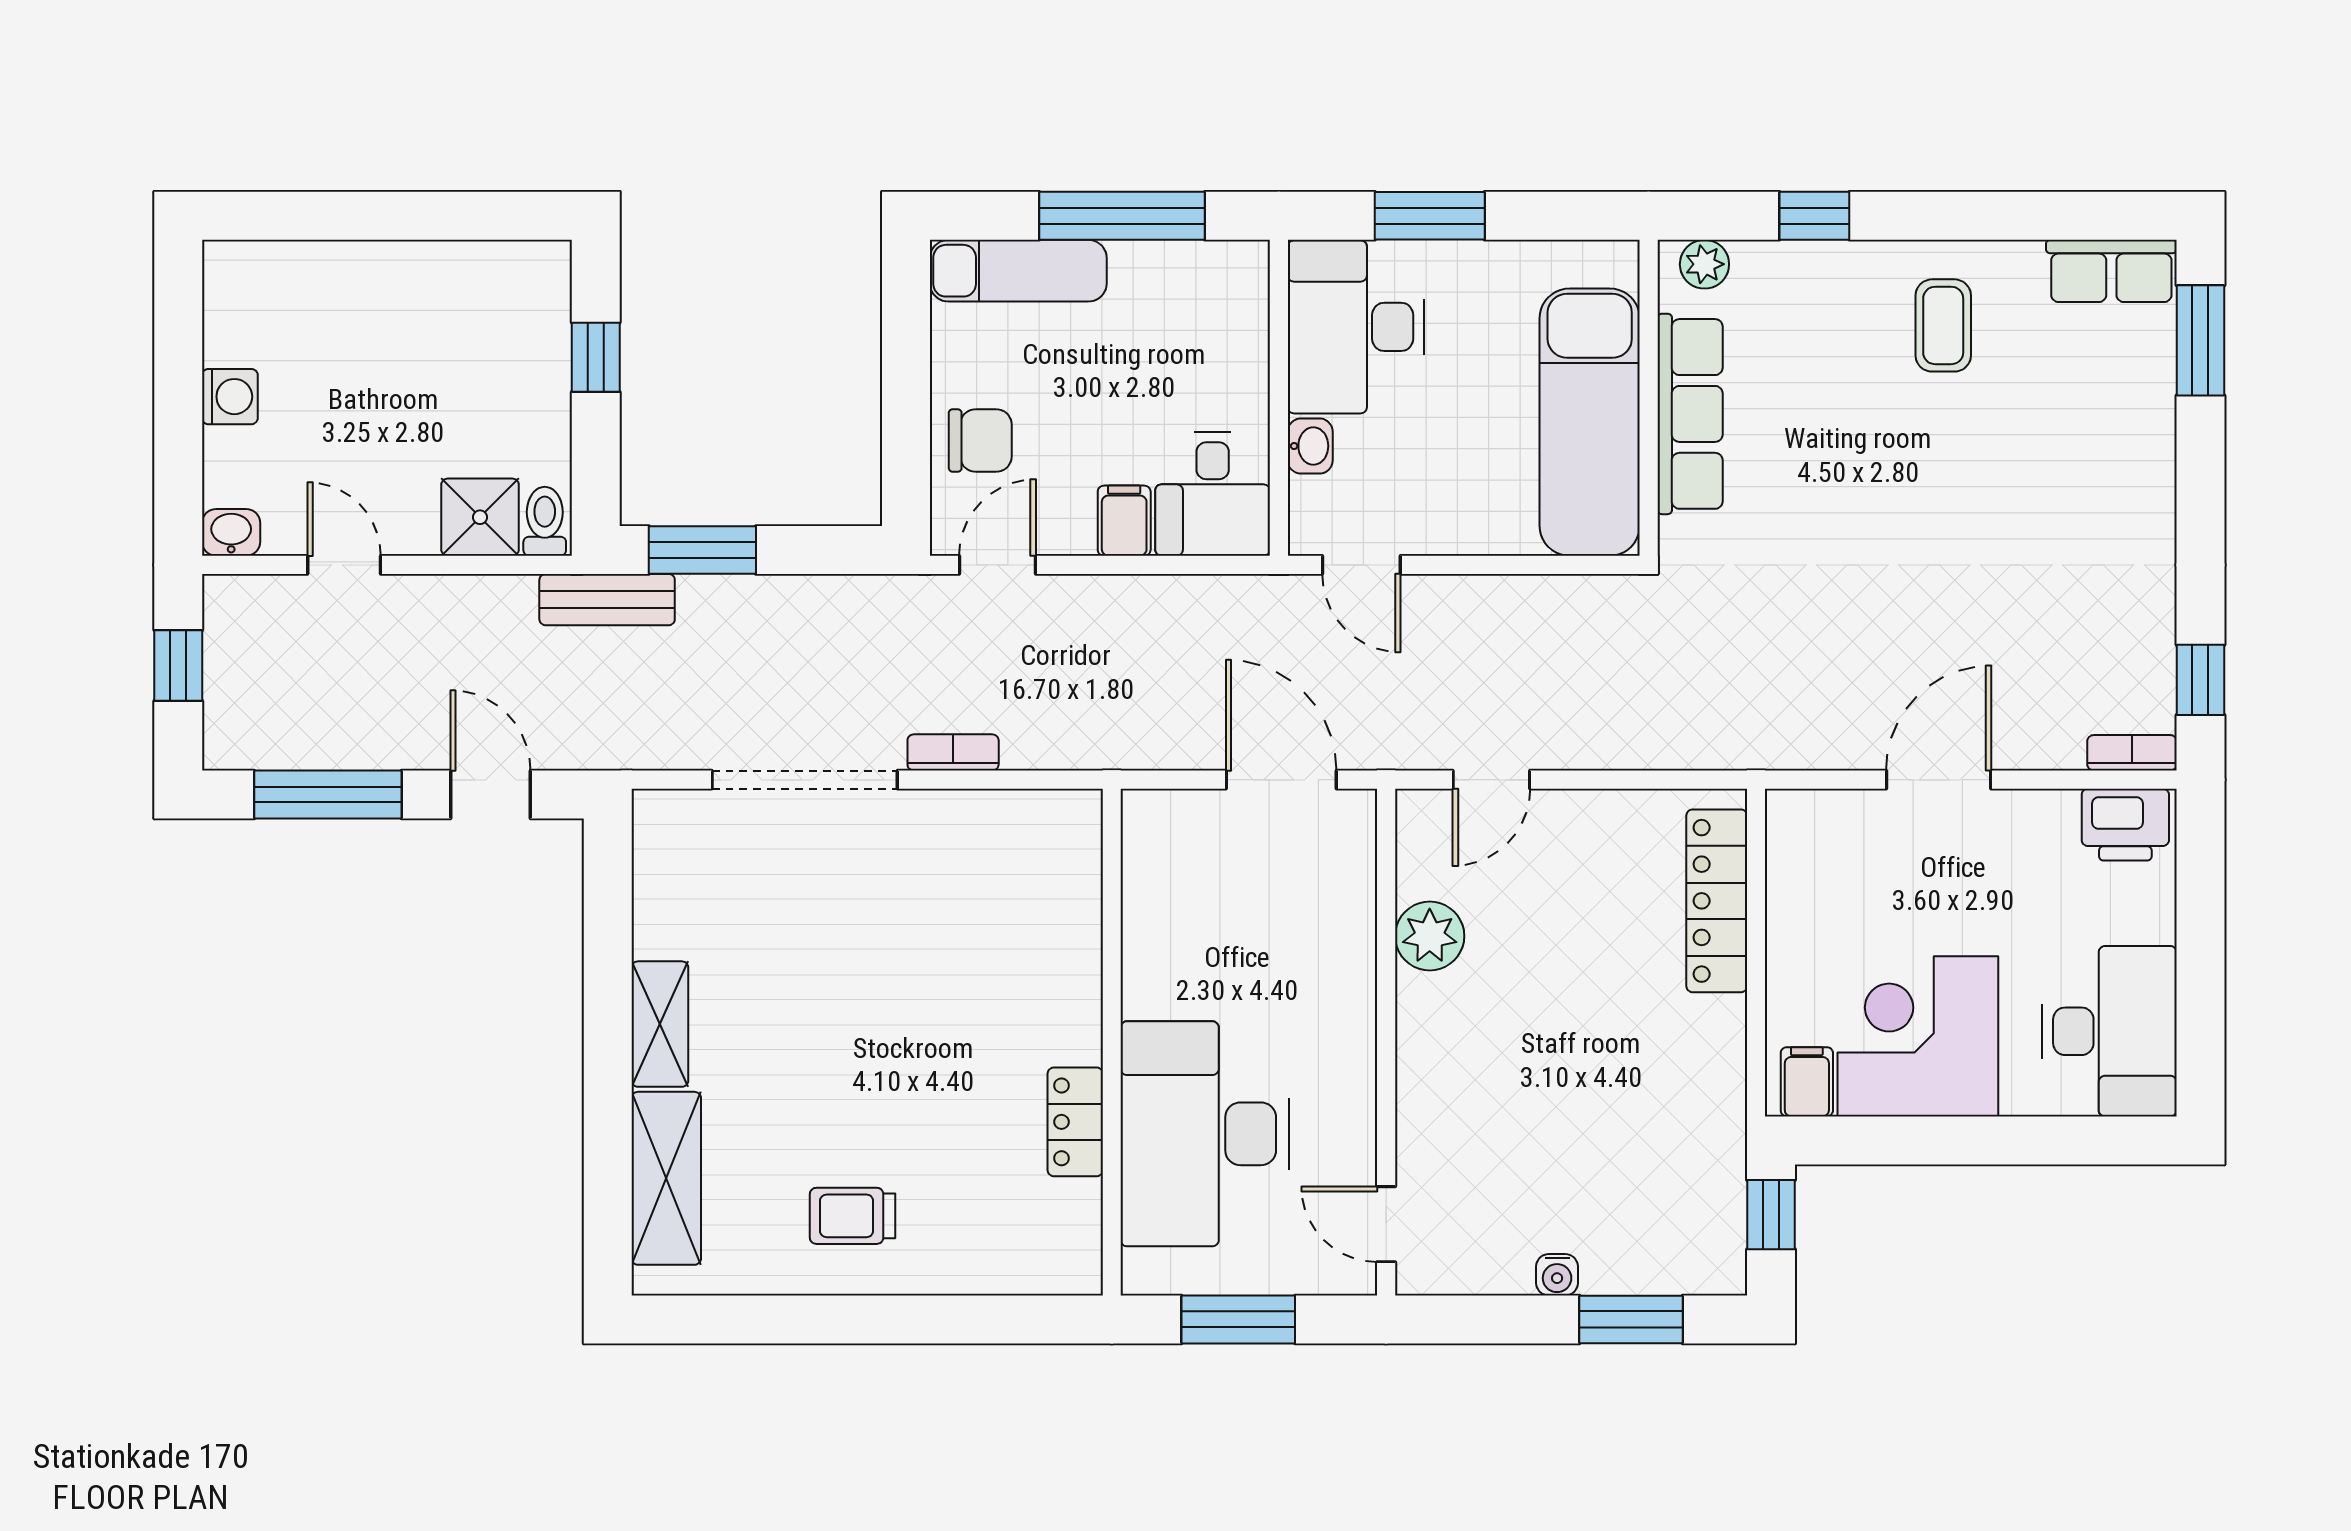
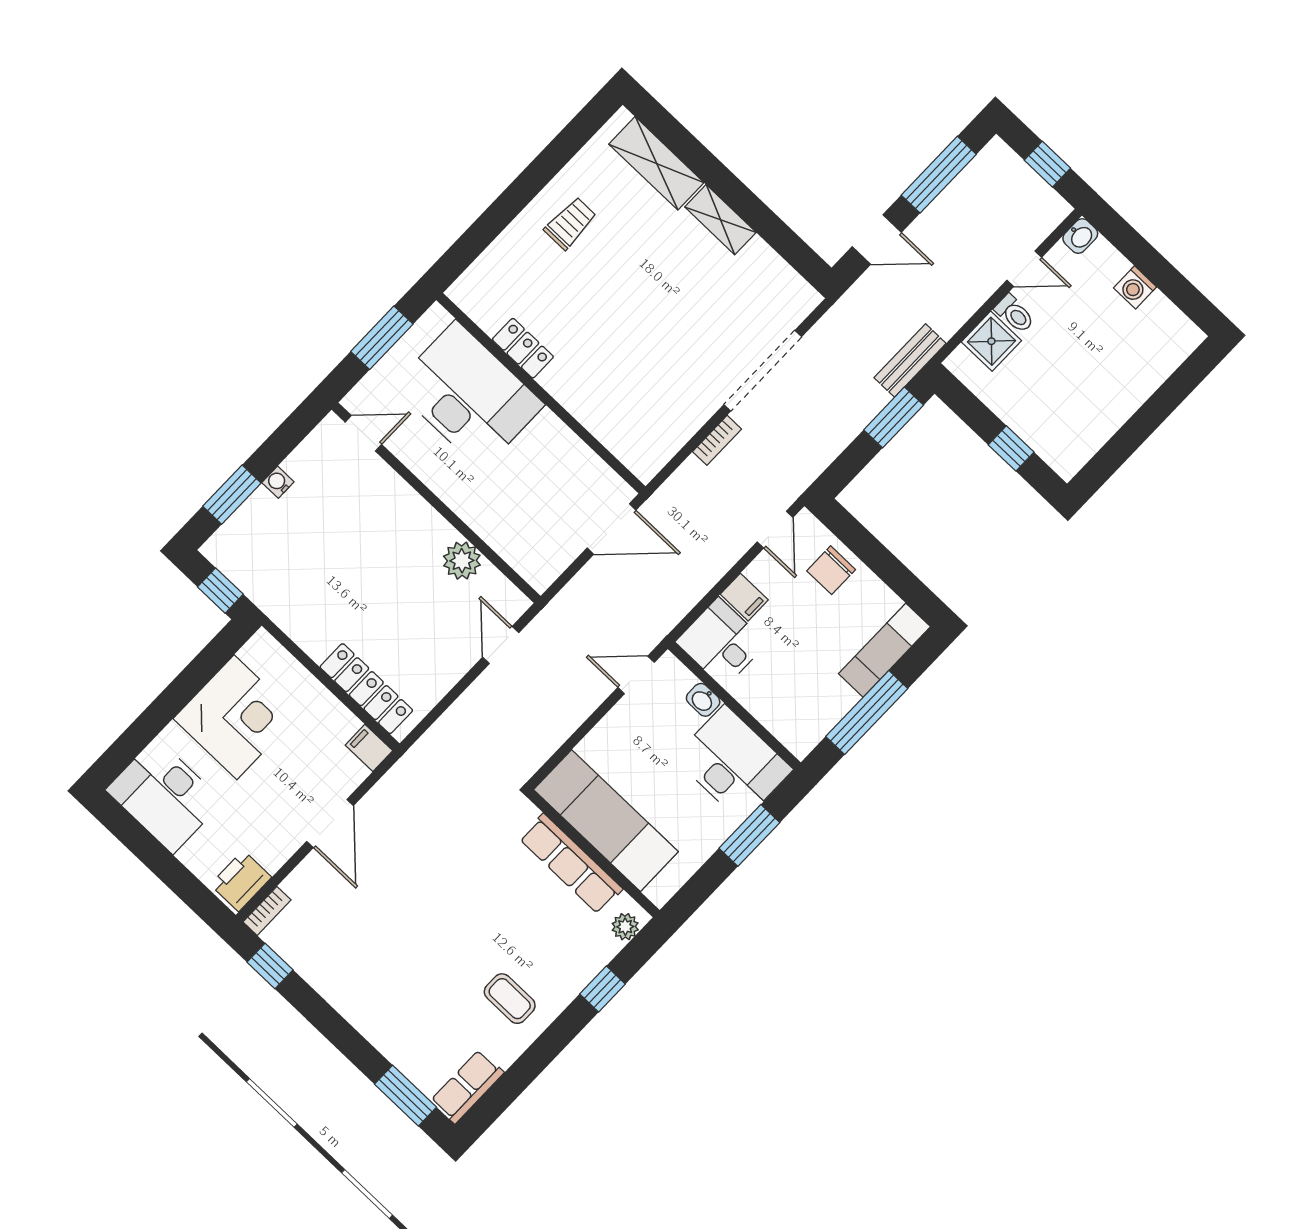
toilet: (545, 521) -> (1014, 314), moved
door: (1281, 780) -> (612, 529), moved
filing cabinet: (1807, 1082) -> (369, 748), moved, turned 180

